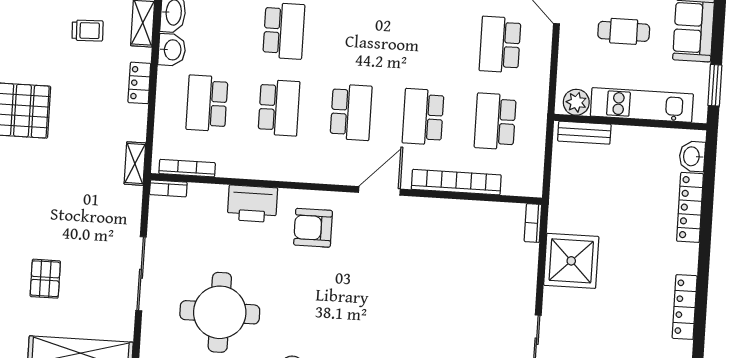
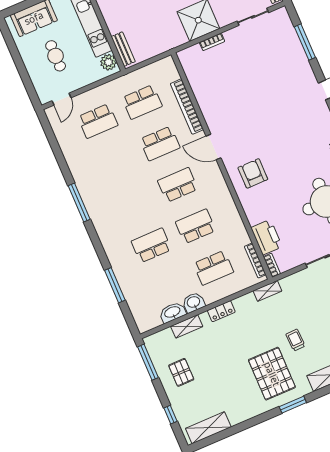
trolley: (88, 31) -> (295, 340), moved
printer: (252, 204) -> (267, 237), moved
bookcase: (533, 223) -> (212, 42), moved
armchair: (313, 228) -> (253, 173), turned 180

